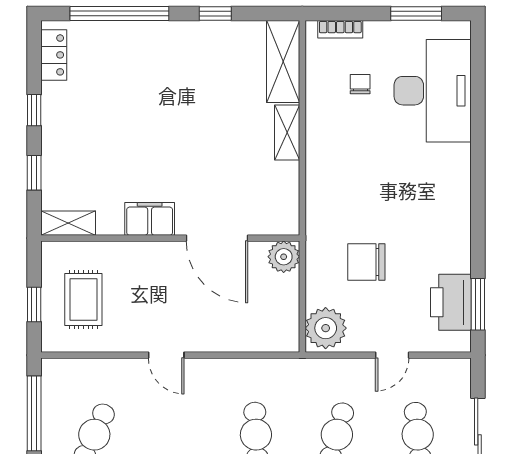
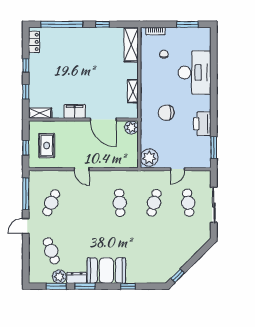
desk: (433, 91) -> (195, 73), moved
shelving: (287, 132) -> (133, 91), moved
chair: (366, 262) -> (166, 113), moved
printer: (451, 302) -> (202, 124), moved

